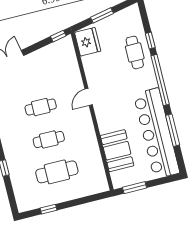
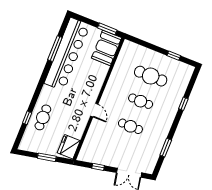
window: (58, 36) -> (98, 167), moved
window: (160, 80) -> (39, 87), removed
door: (89, 97) -> (94, 110), hinge flipped
booth: (117, 151) -> (107, 48), moved

